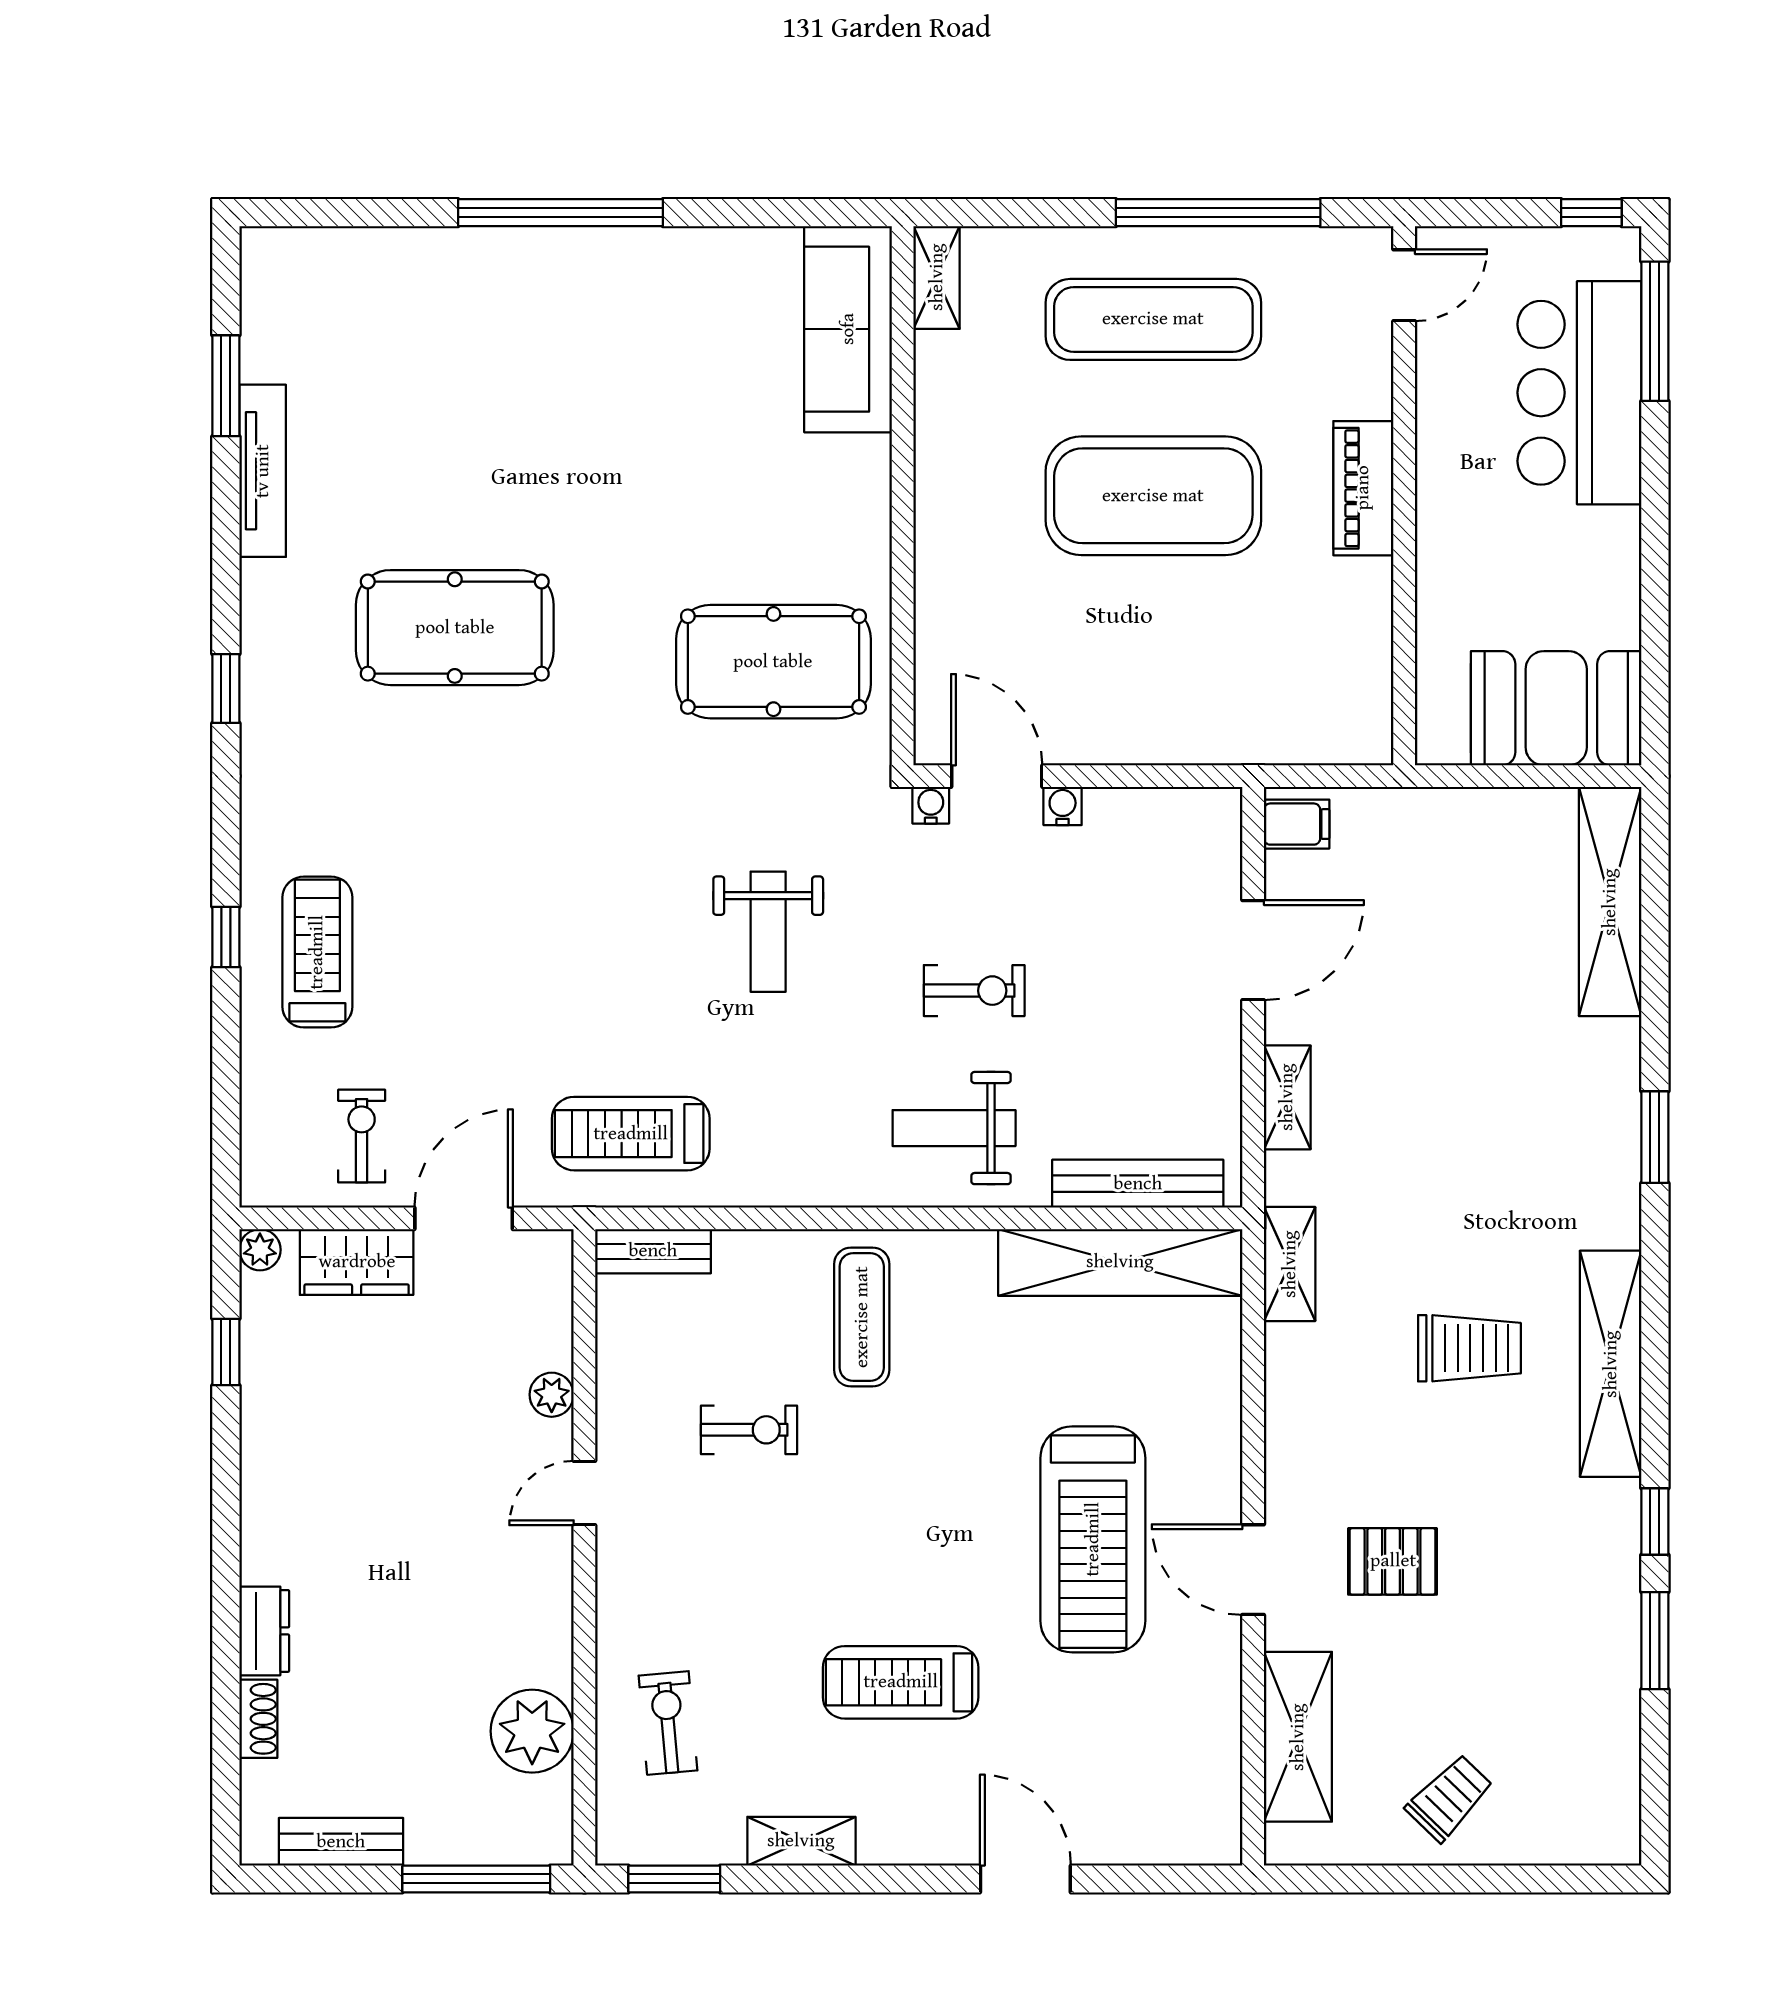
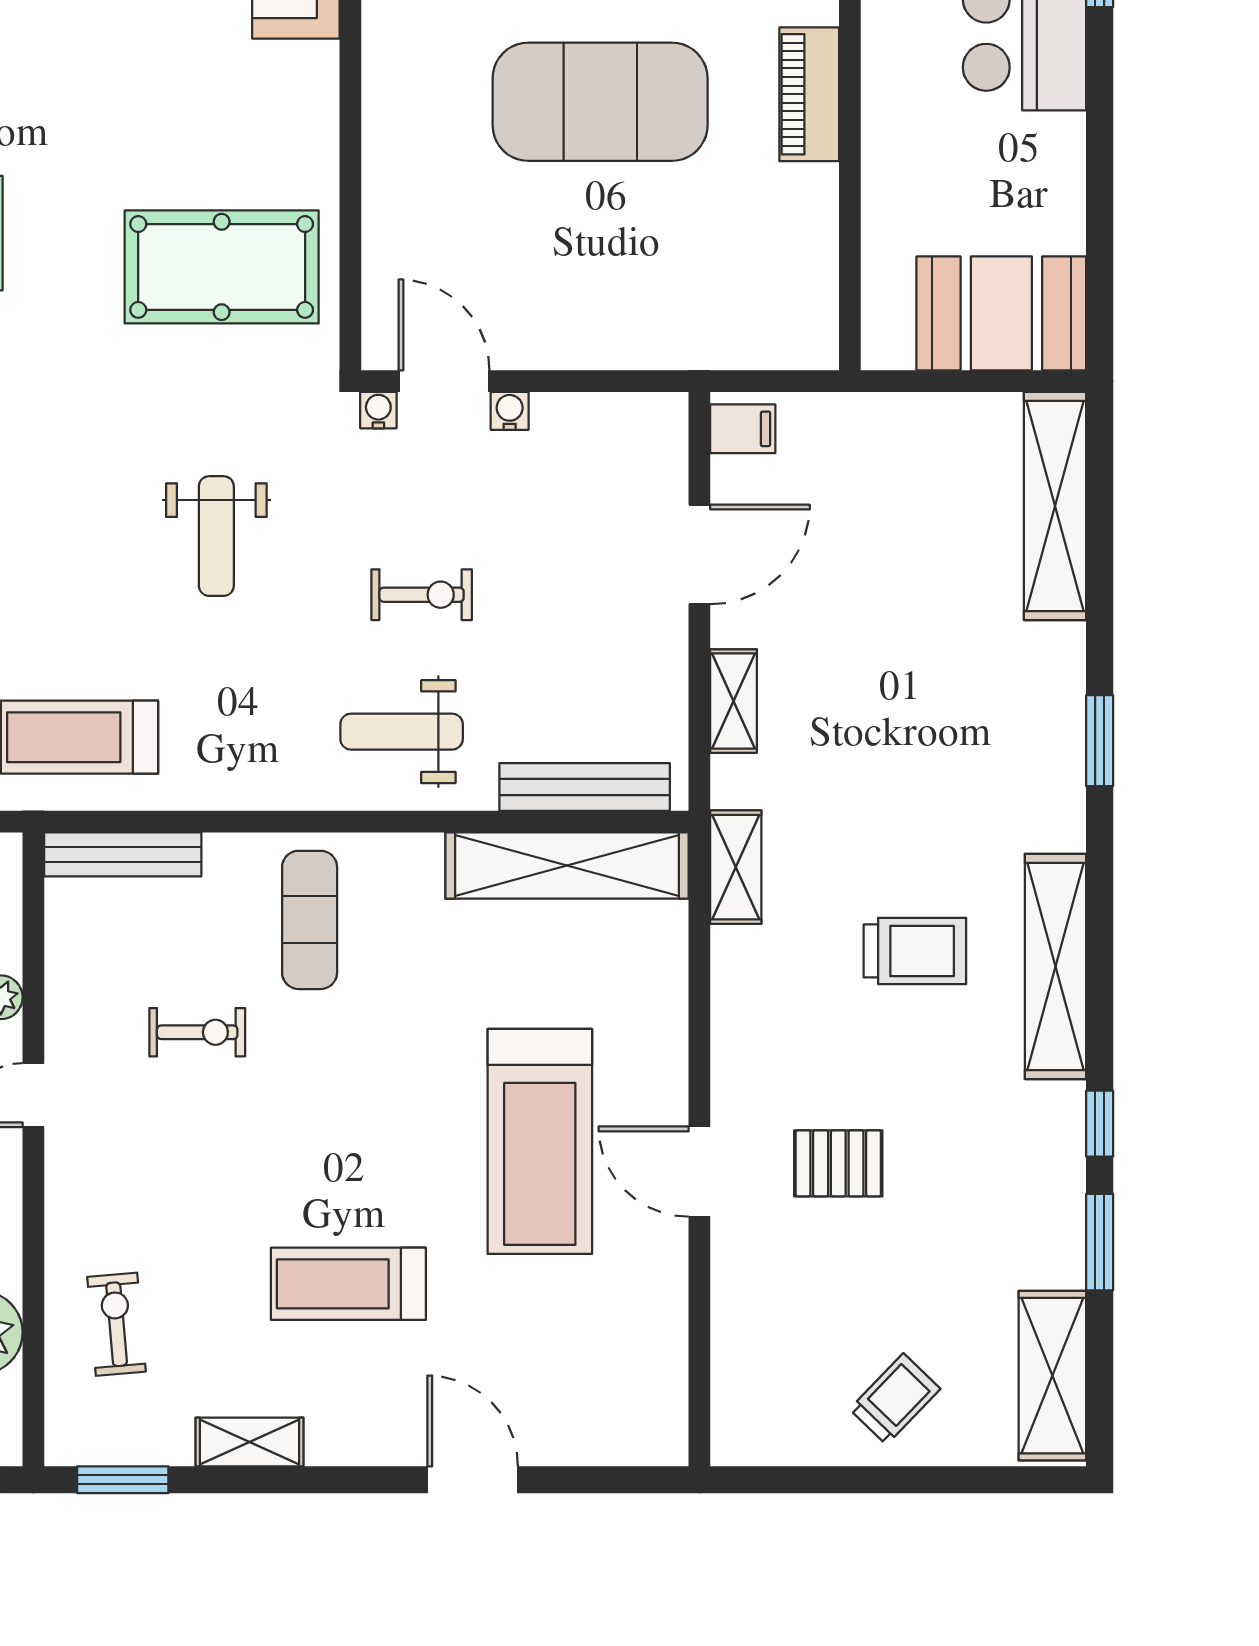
bench: (653, 1251) -> (123, 854), width x1.36
shelving: (1298, 1737) -> (1052, 1376), moved

